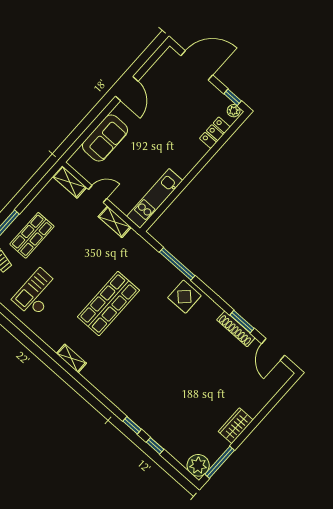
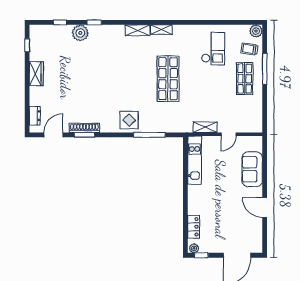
shelving: (70, 182) -> (137, 30), moved
door: (273, 349) -> (53, 135), hinge flipped
dresser: (275, 385) -> (35, 116), added
window: (155, 446) -> (60, 22), moved
window: (220, 462) -> (27, 45), width x0.46
plant: (198, 465) -> (80, 33), moved

